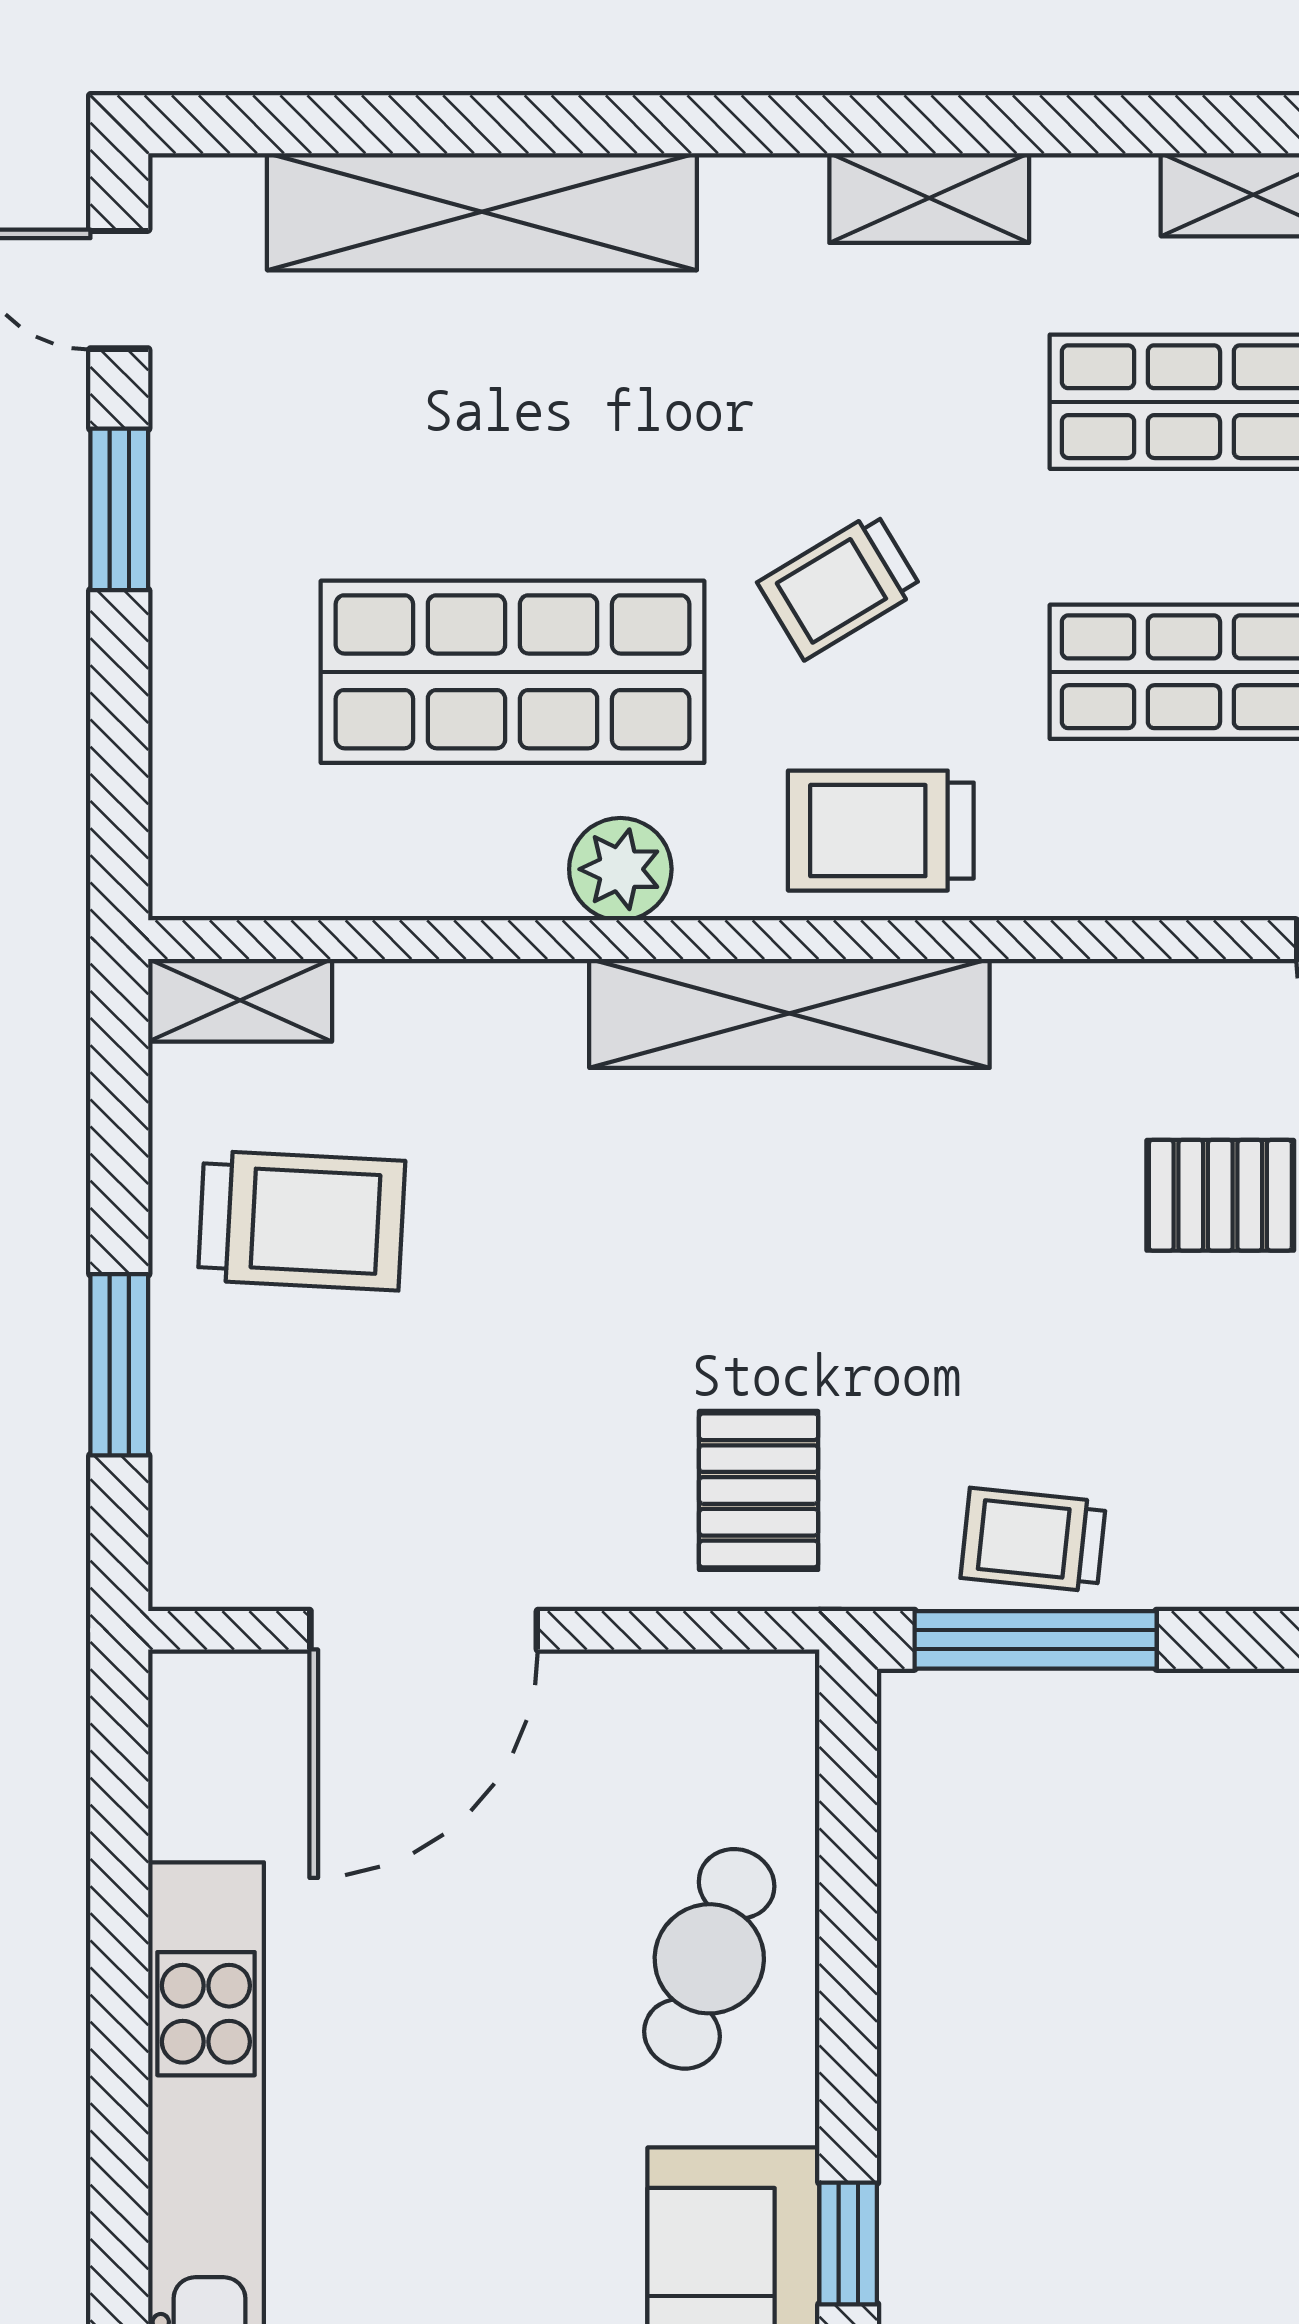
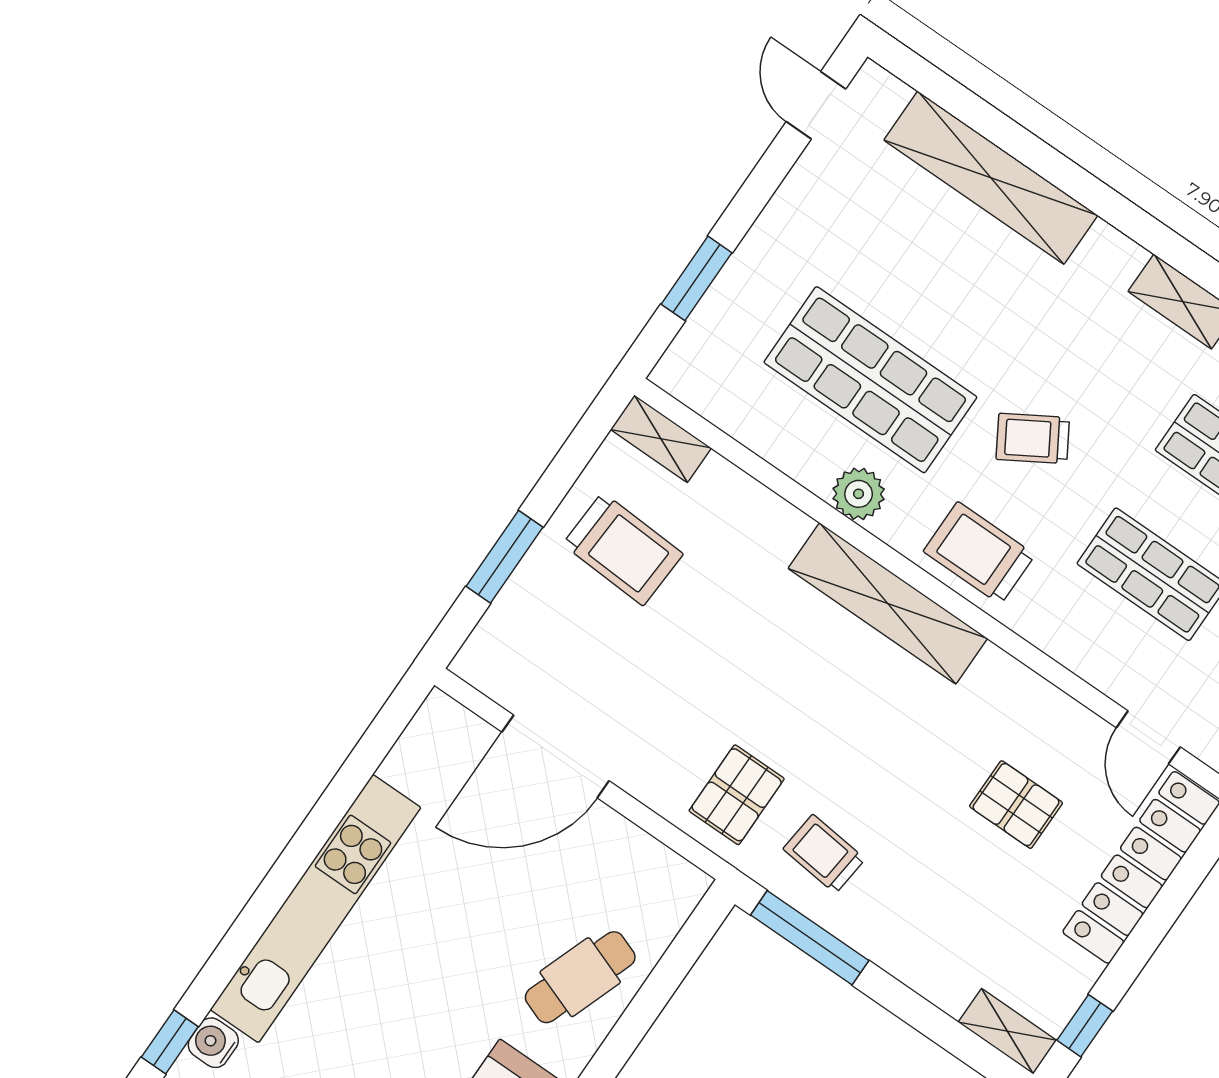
window: (119, 509) -> (697, 278), moved
trolley: (1033, 1540) -> (824, 854), moved

